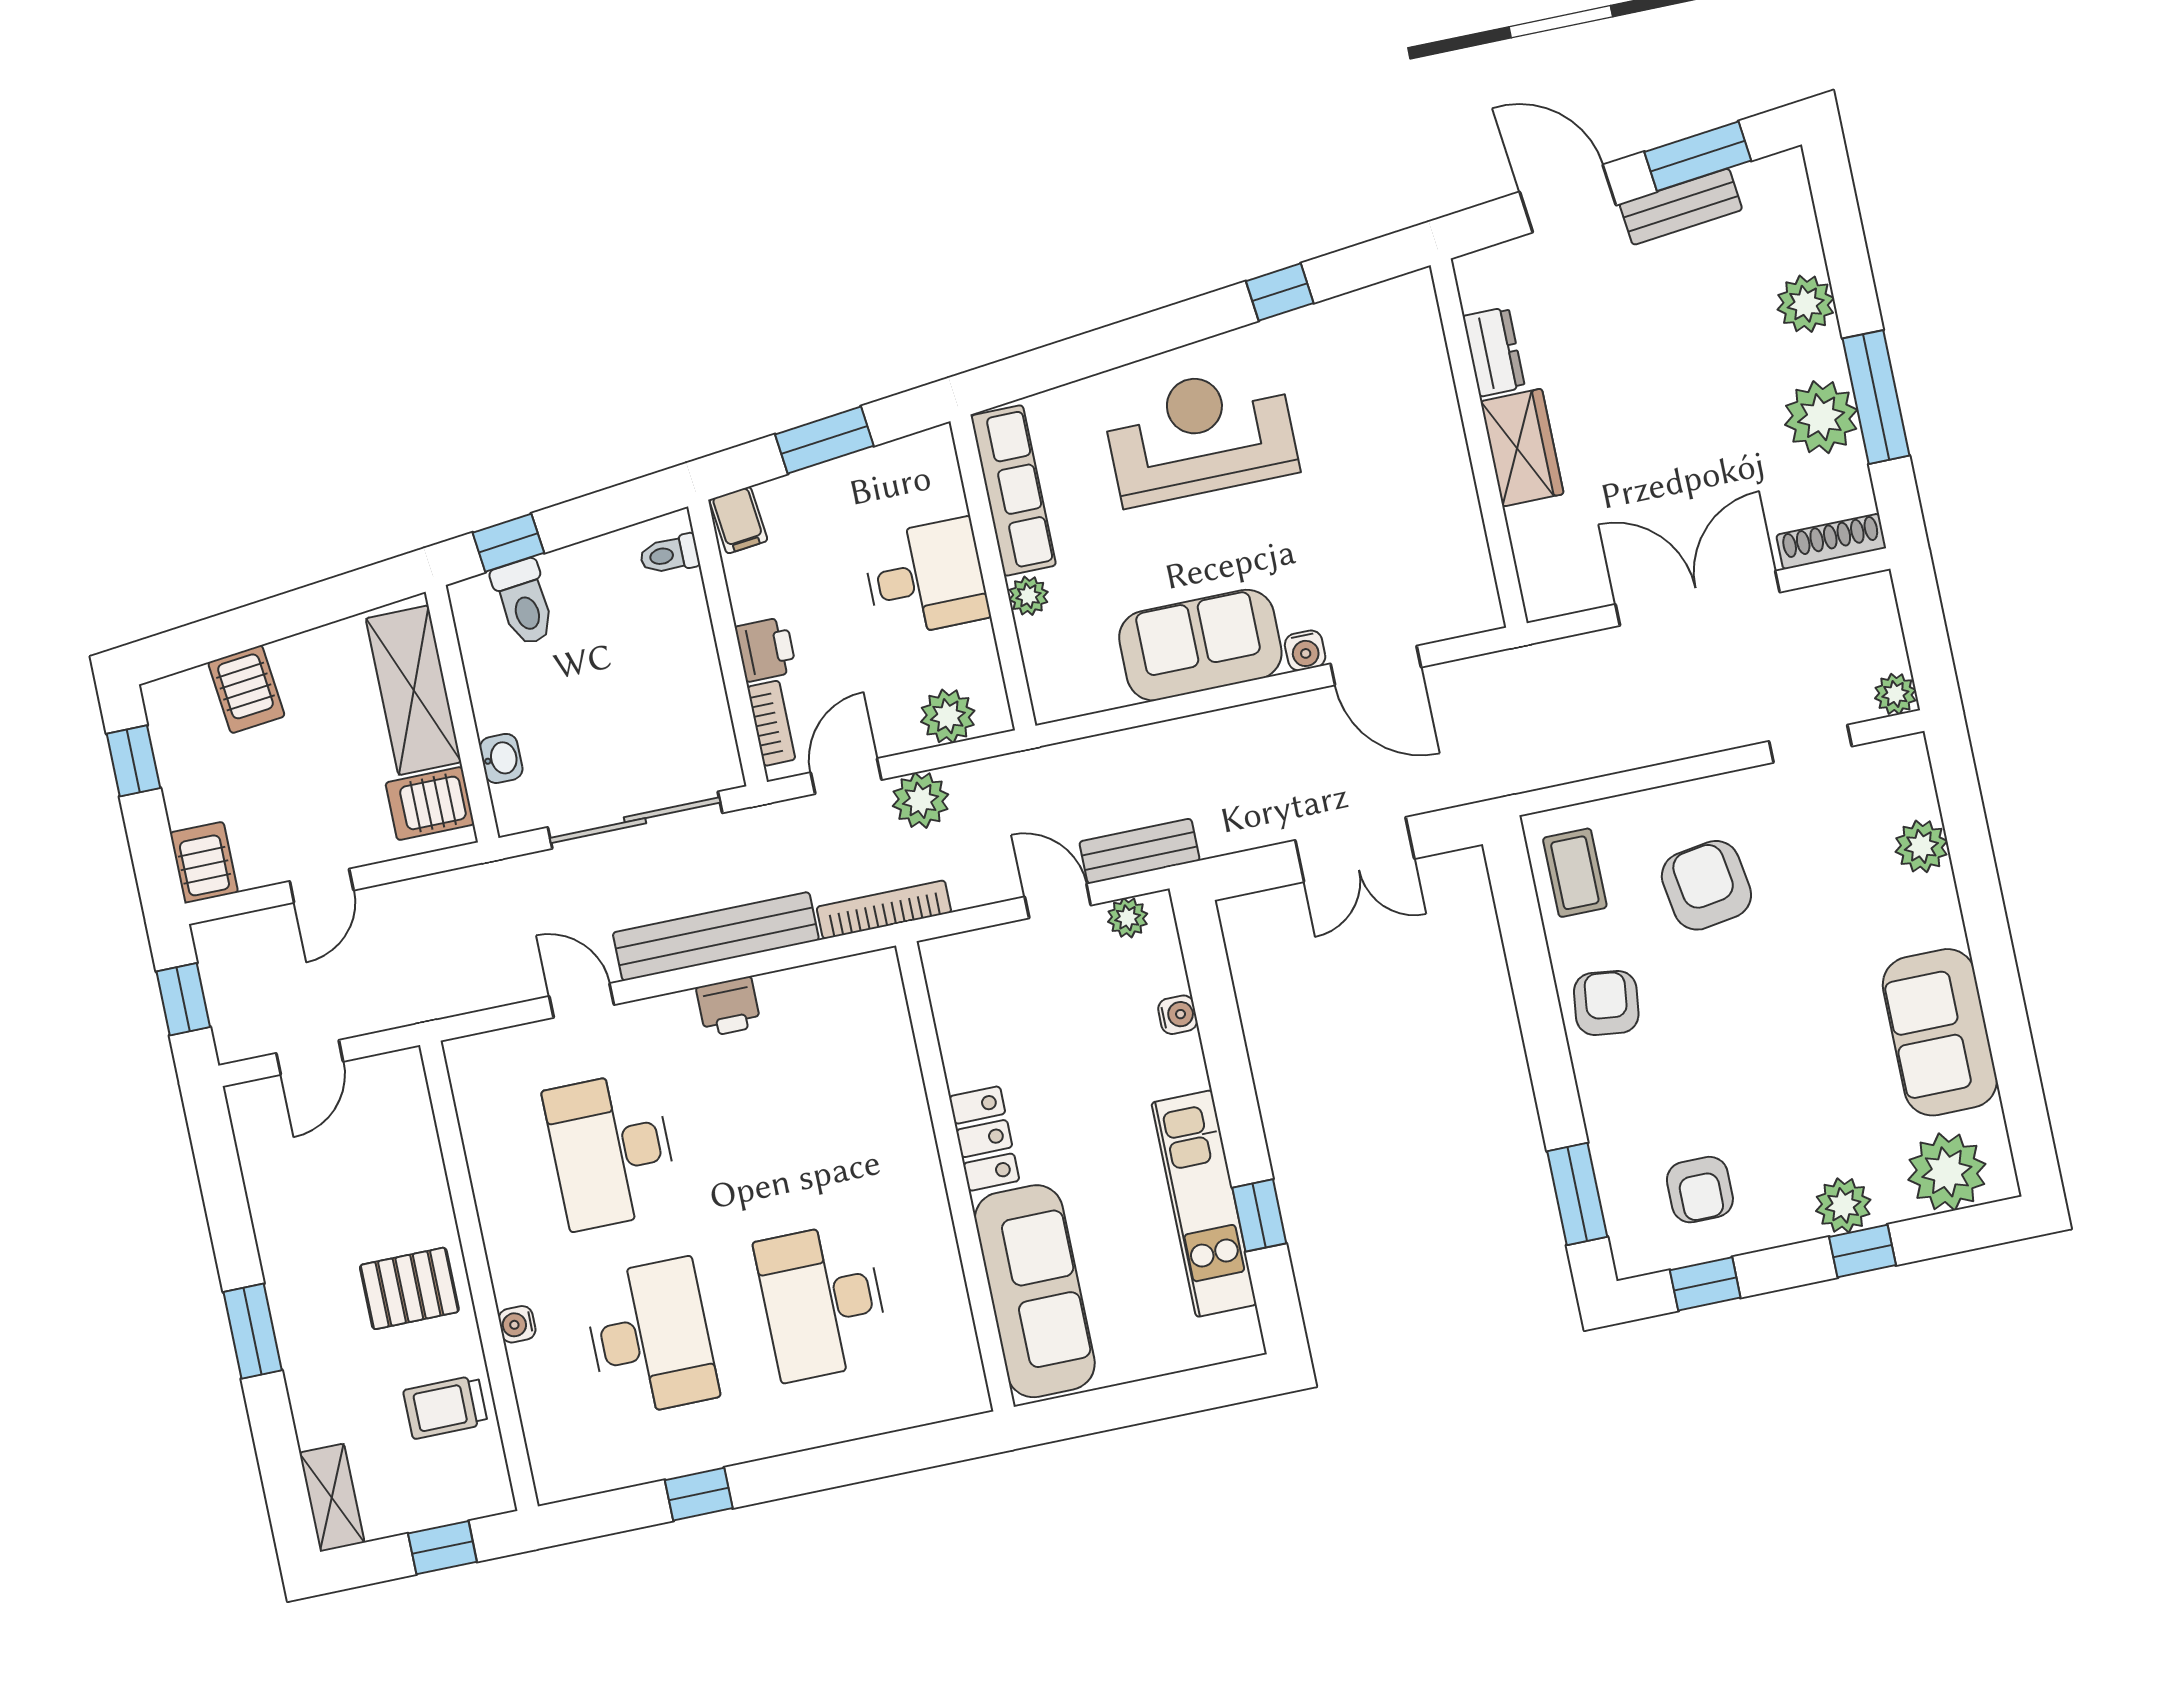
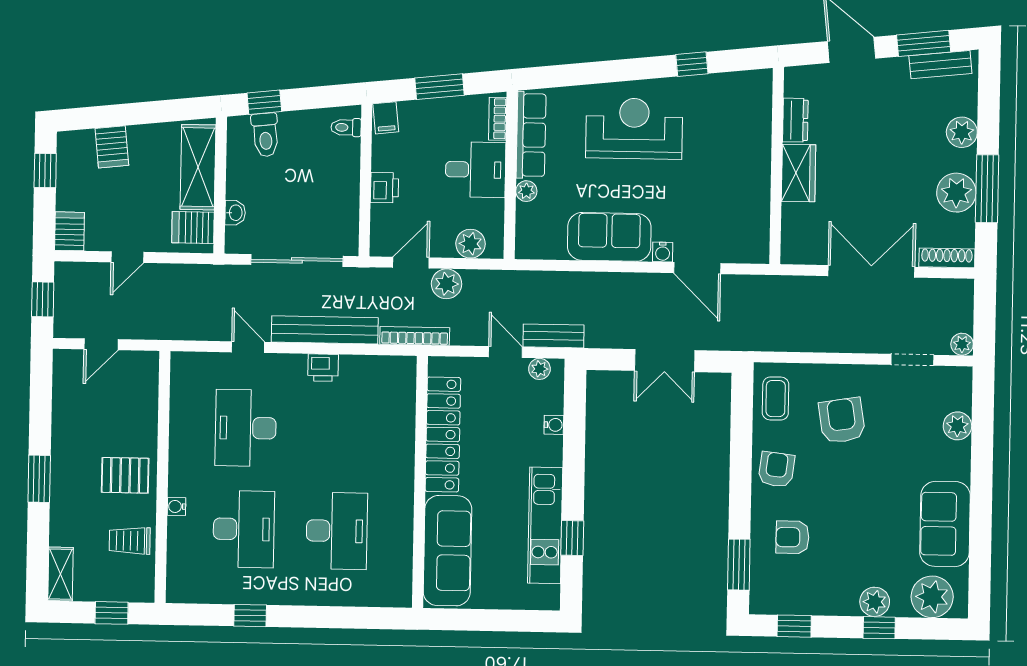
bench: (1681, 207) -> (940, 65), moved
bookcase: (771, 723) -> (498, 119), moved, turned 180
locker: (984, 1139) -> (443, 434), width x2.16, depth x1.21
armchair: (1700, 1190) -> (792, 537), moved, turned 90
desk: (823, 1302) -> (337, 531), turned 180

